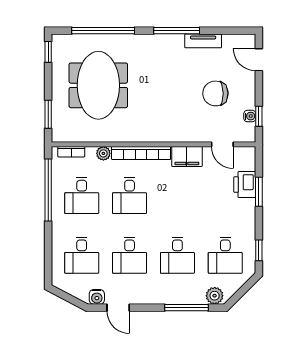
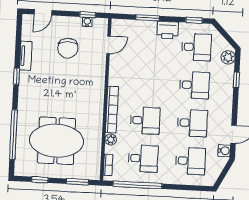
window: (177, 31) -> (16, 76), width x0.46
window: (48, 52) -> (40, 180), moved
filing cabinet: (187, 156) -> (117, 73), removed
printer: (245, 185) -> (168, 30), moved
window: (187, 308) -> (236, 80), width x0.46

